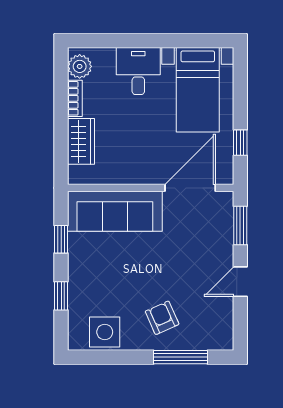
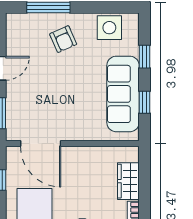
door: (190, 188) -> (41, 144), hinge flipped
sofa: (115, 211) -> (123, 94), moved, turned -90

